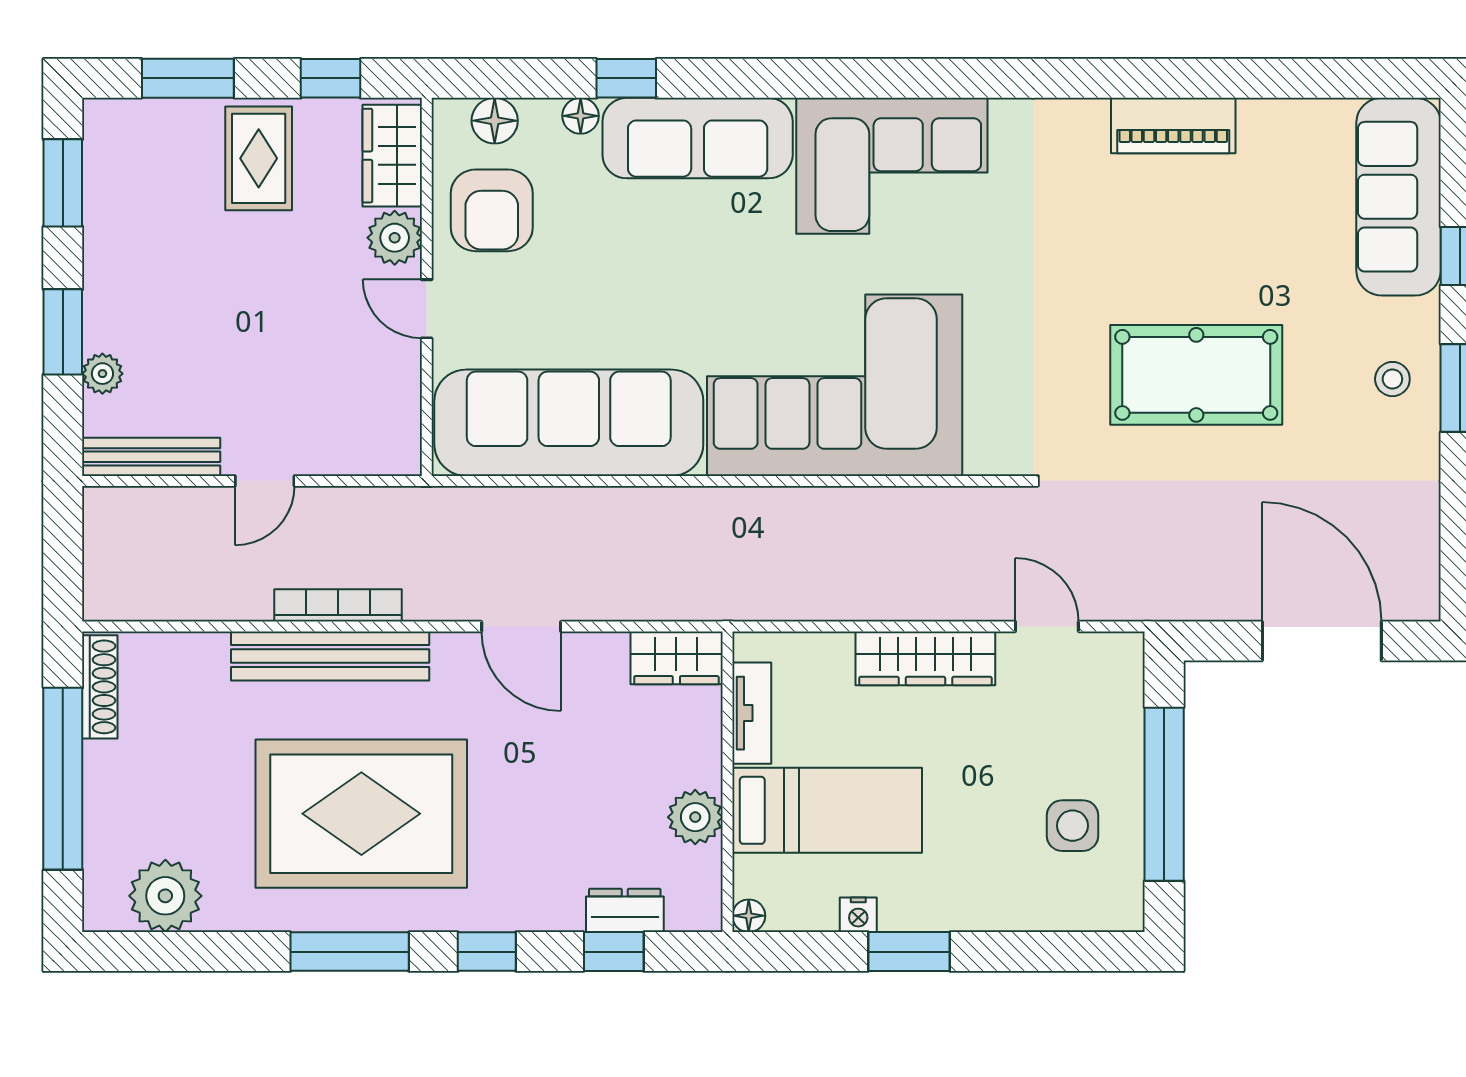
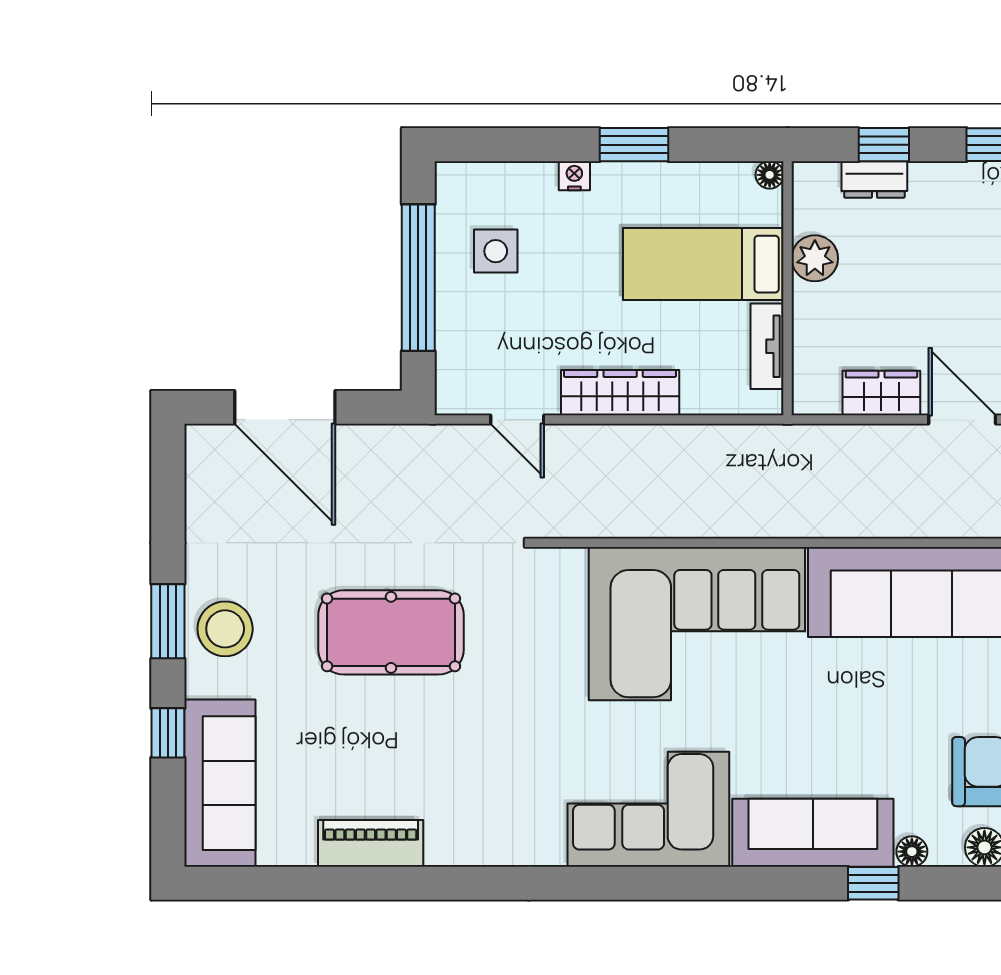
piano: (1173, 125) -> (371, 843), moved
stool: (1392, 379) -> (225, 629), width x1.89, depth x1.89
wardrobe: (676, 658) -> (881, 393), moved
nightstand: (858, 915) -> (574, 176), moved

